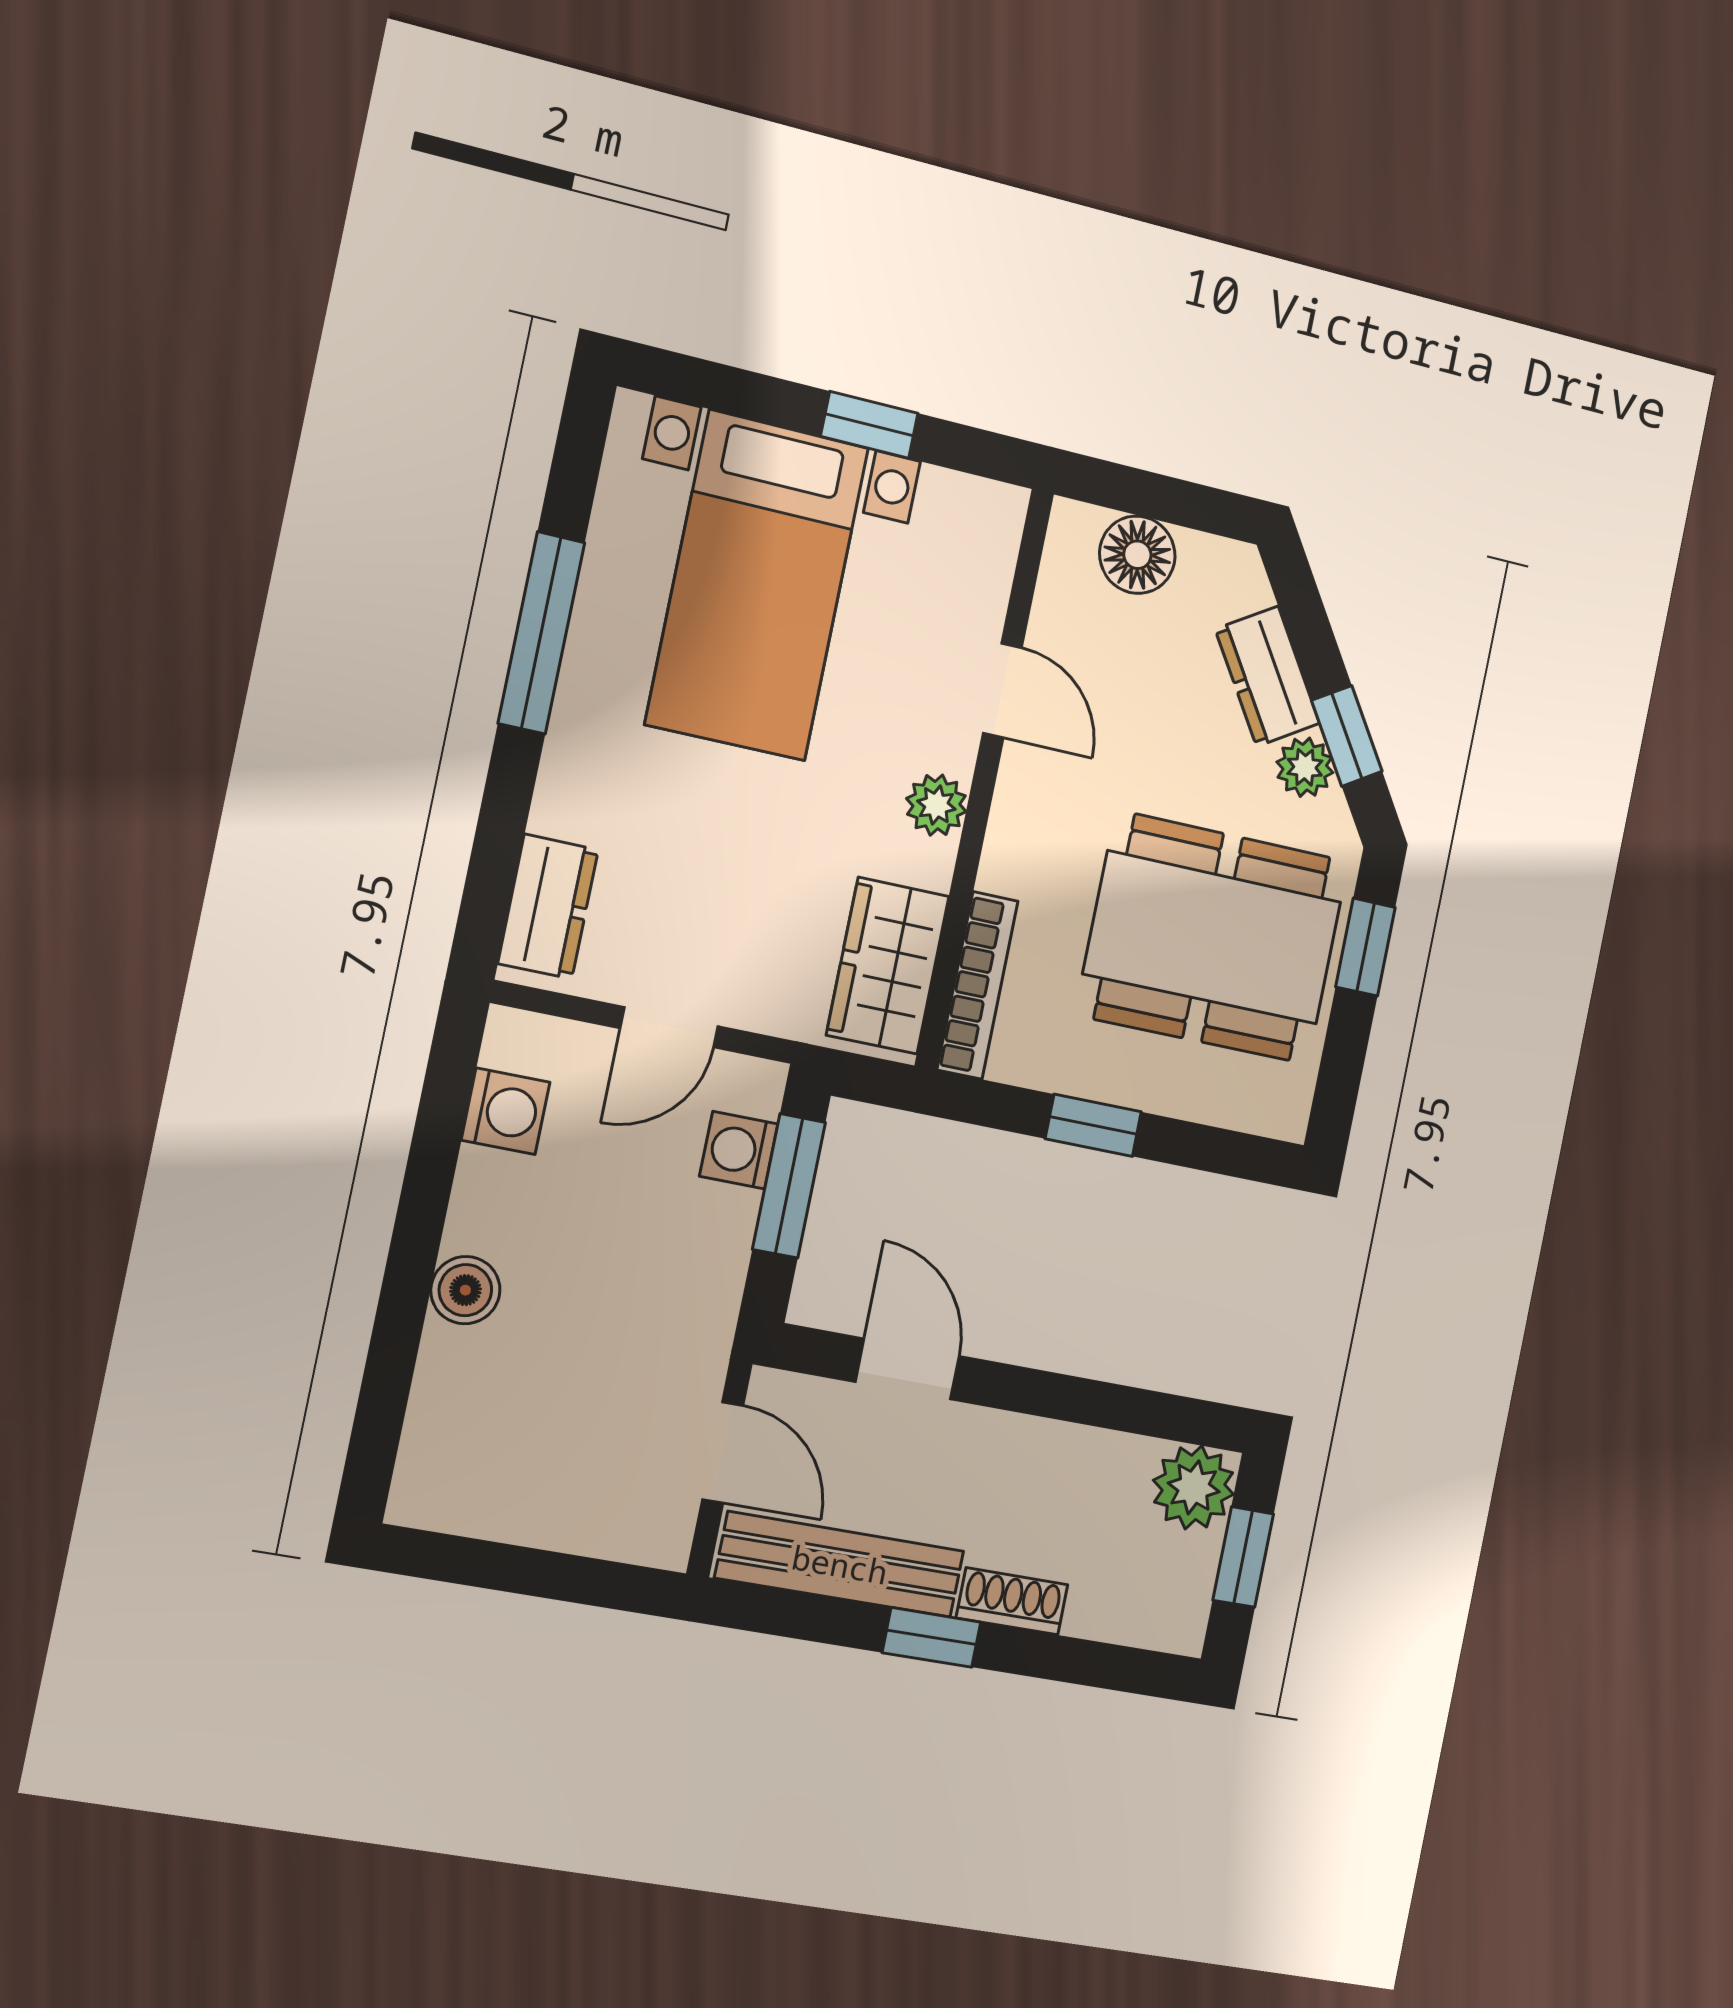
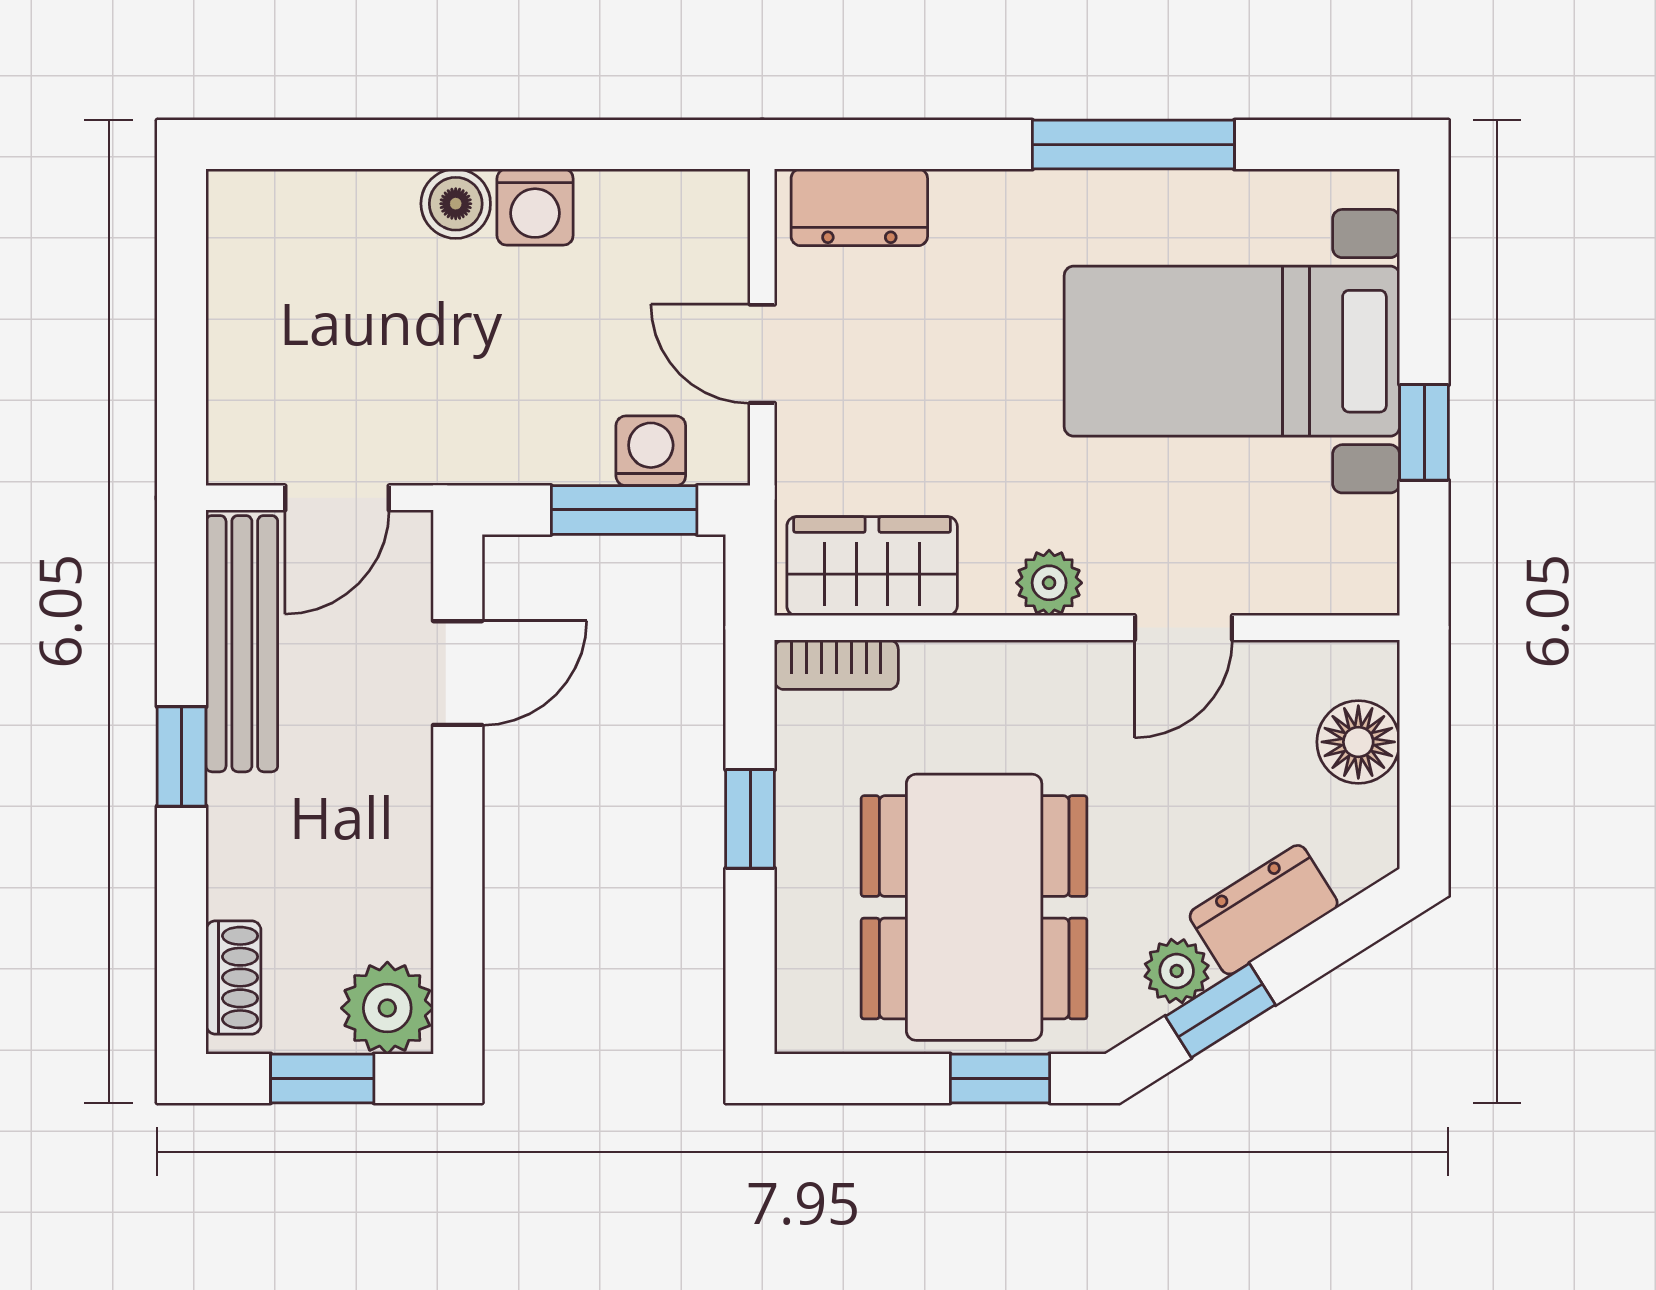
bookcase: (977, 985) -> (836, 665), width x0.64
washing machine: (506, 1111) -> (535, 207), moved
shoe rack: (1012, 1601) -> (233, 978), moved

